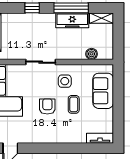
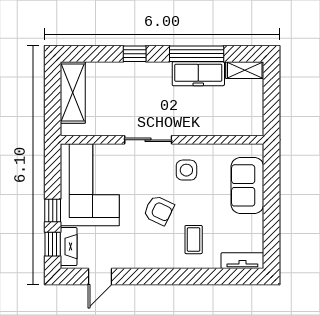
boiler: (92, 54) -> (229, 127), removed
coffee table: (74, 104) -> (194, 240), moved
armchair: (47, 106) -> (159, 210), turned 116

